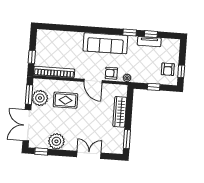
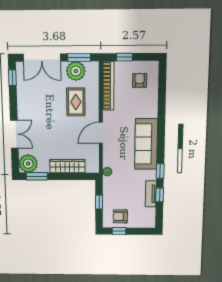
armchair: (111, 73) -> (140, 80), moved
double door: (27, 125) -> (42, 58), swing flipped
plant: (56, 141) -> (28, 164), moved

